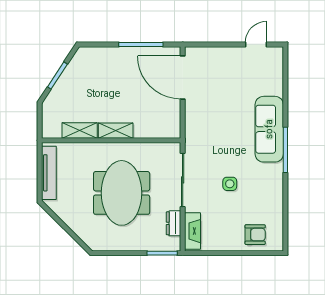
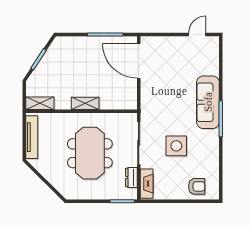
shelving: (80, 130) -> (40, 103), moved
side table: (230, 184) -> (176, 146), width x1.87, depth x1.87

